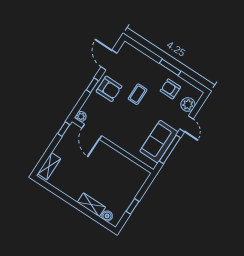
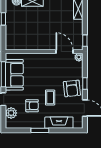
fireplace: (145, 62) -> (59, 123), added
armchair: (109, 89) -> (72, 88), turned -96
armchair: (170, 89) -> (32, 106), moved

